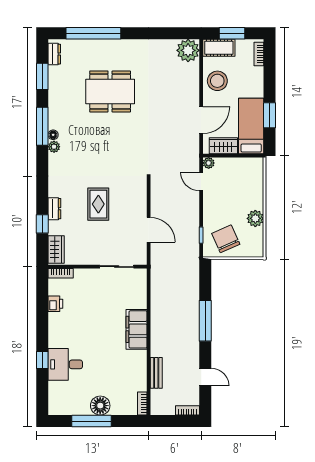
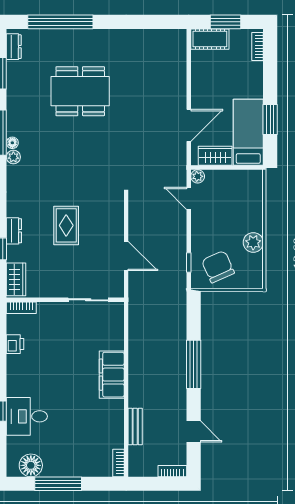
plant: (188, 50) -> (173, 42), removed
stool: (217, 81) -> (208, 79), removed
floor lamp: (100, 406) -> (31, 465), moved

